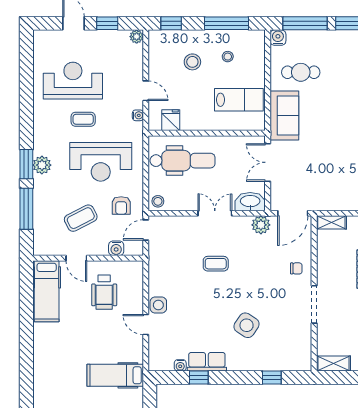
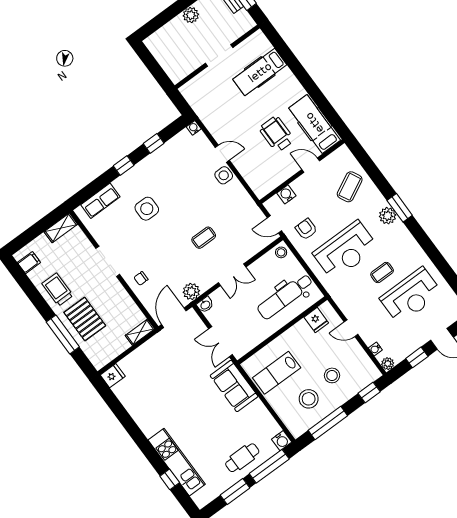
stool: (228, 57) -> (309, 399), width x1.89, depth x1.89
cafe table: (301, 72) -> (242, 458), moved
water cooler: (138, 115) -> (375, 349), moved
reception desk: (101, 162) -> (345, 250), turned 180
double door: (268, 162) -> (221, 342), swing flipped
washbasin: (250, 202) -> (205, 305), width x0.52, depth x0.69
window: (26, 209) -> (375, 174), removed
coffee table: (81, 218) -> (350, 187), moved
door: (146, 230) -> (274, 224), swing flipped
wheelchair: (104, 292) -> (277, 134), moved
side table: (247, 325) -> (147, 209), turned -34
row of seats: (207, 362) -> (100, 201), moved
water cooler: (180, 365) -> (194, 128), moved
hospital bed: (115, 375) -> (260, 72), moved, turned 180
window: (272, 378) -> (124, 166), moved

